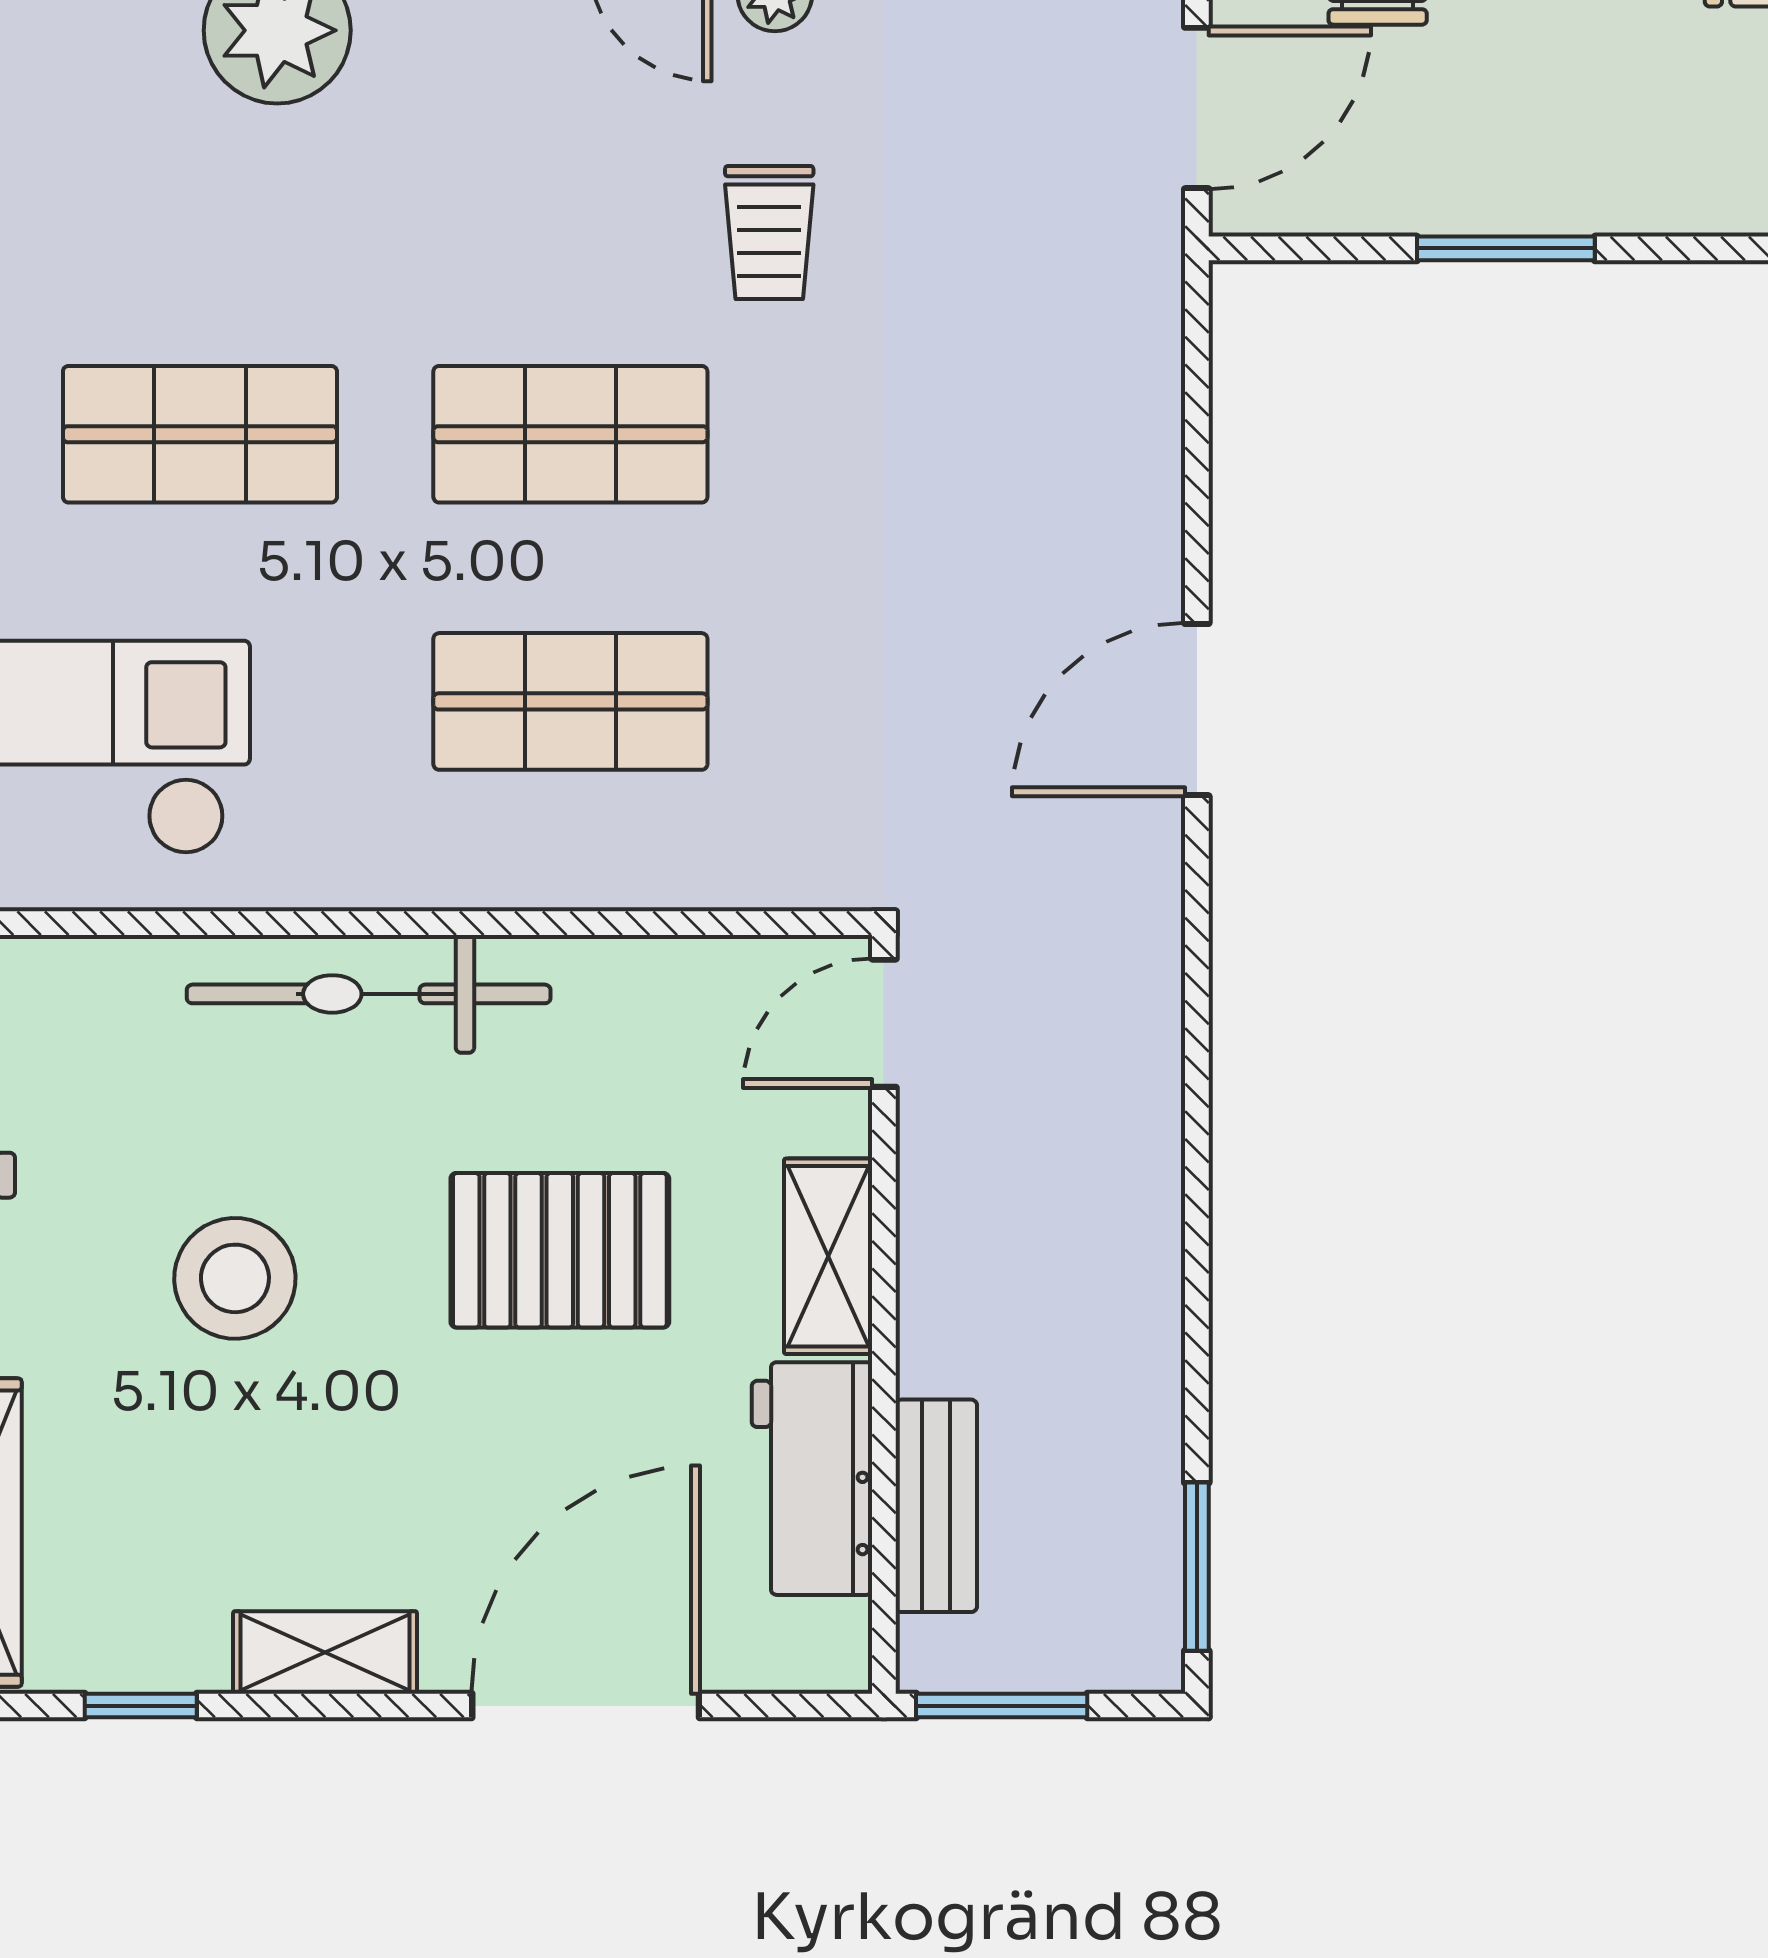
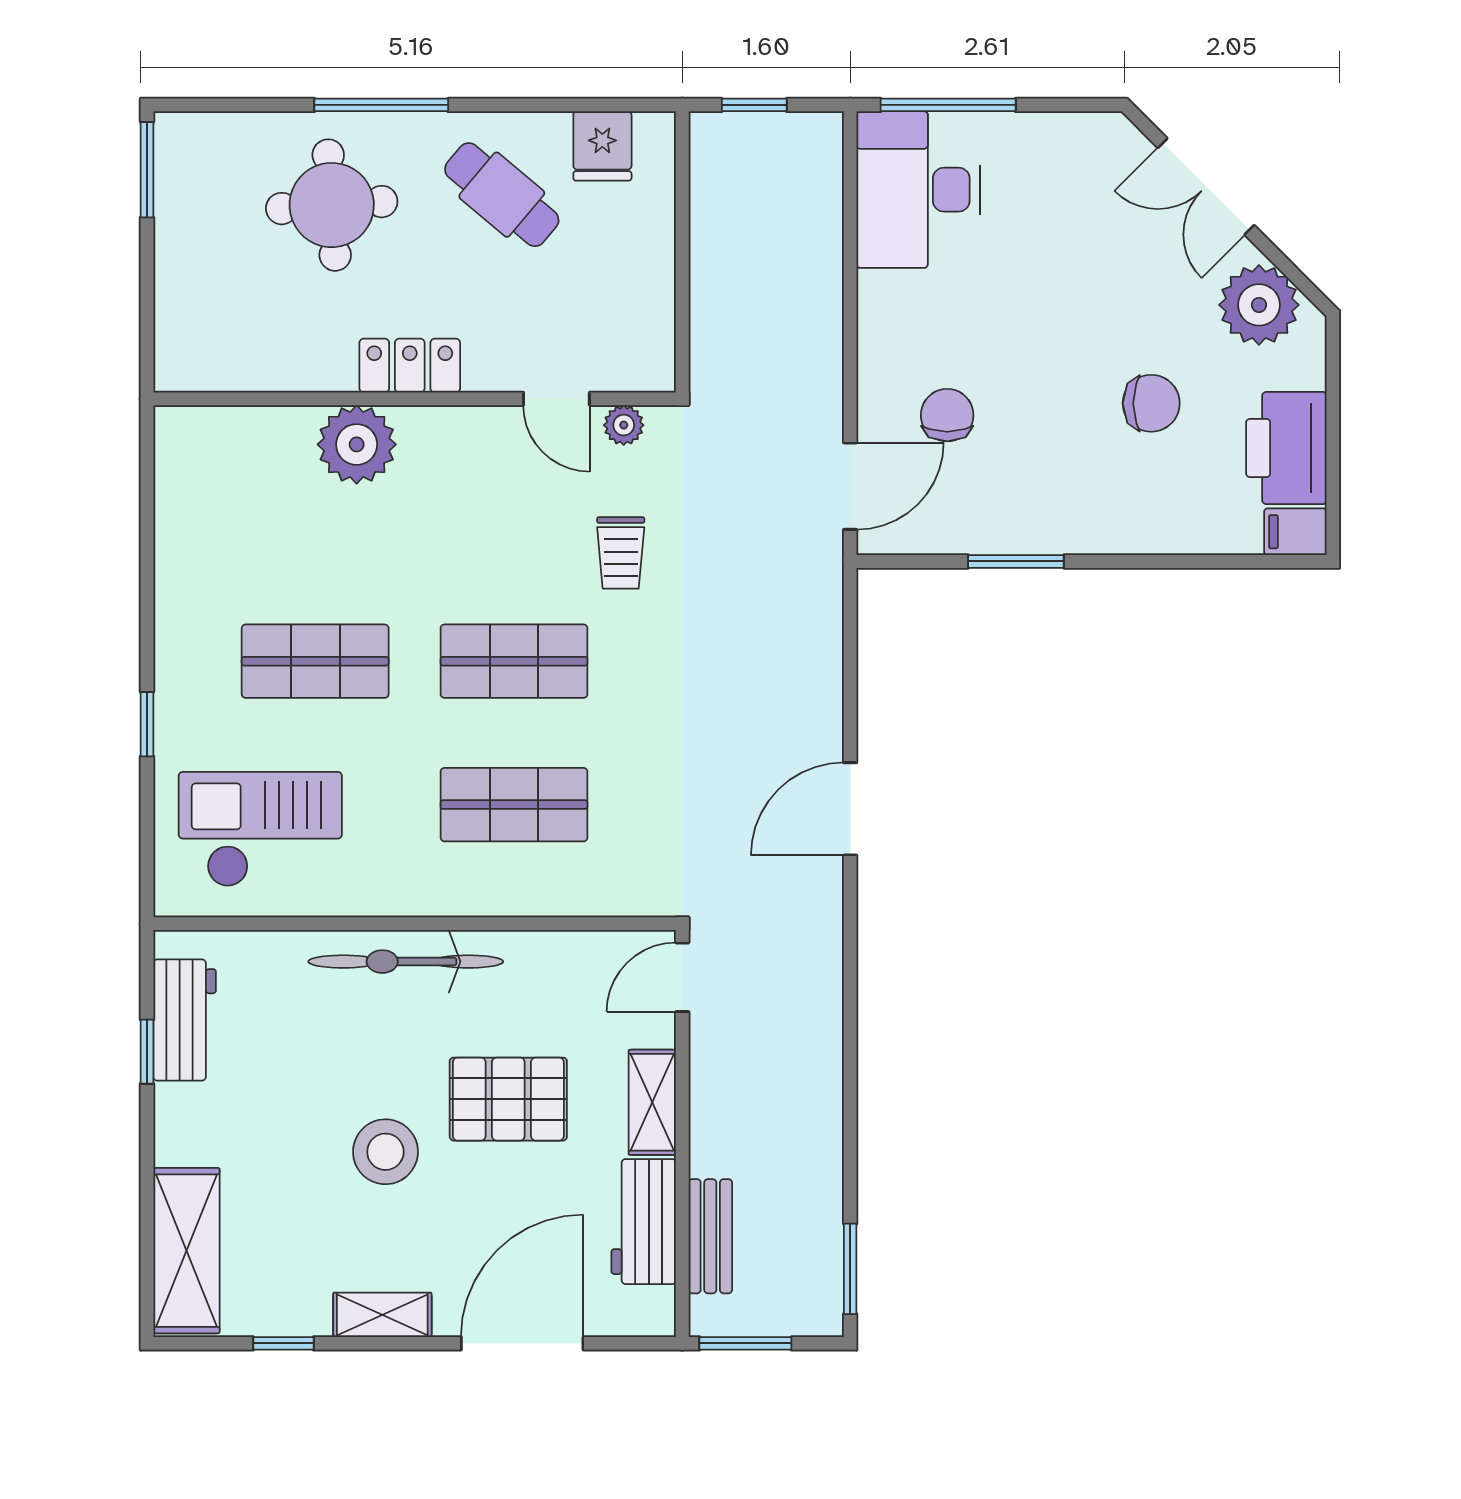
stool: (235, 1278) -> (385, 1152), moved

